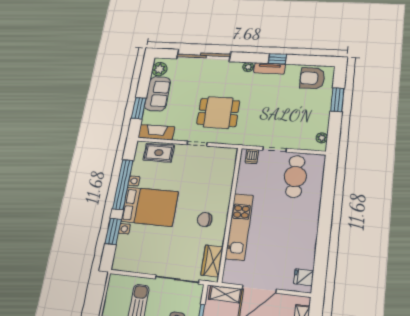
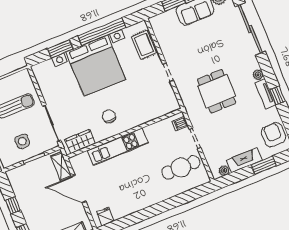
dining table: (218, 112) -> (217, 91), moved
fireplace: (156, 132) -> (244, 160), moved, turned -90
bed with nightstands: (150, 207) -> (96, 66), width x1.36

